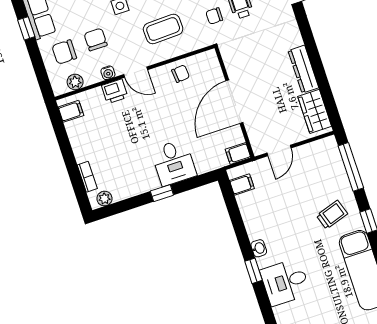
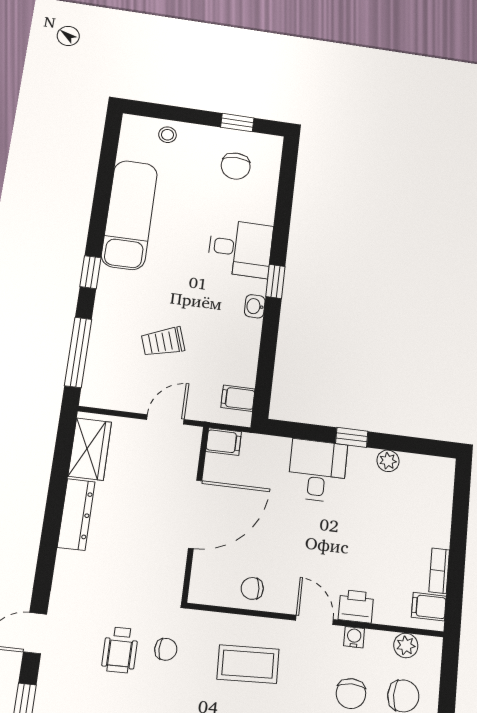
bookcase: (87, 177) -> (439, 571), moved
plant: (104, 199) -> (388, 461), moved
trolley: (332, 215) -> (163, 342), moved

